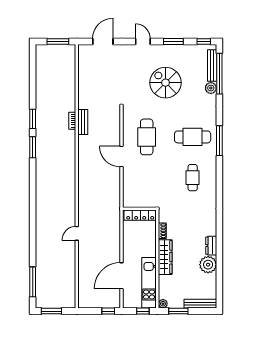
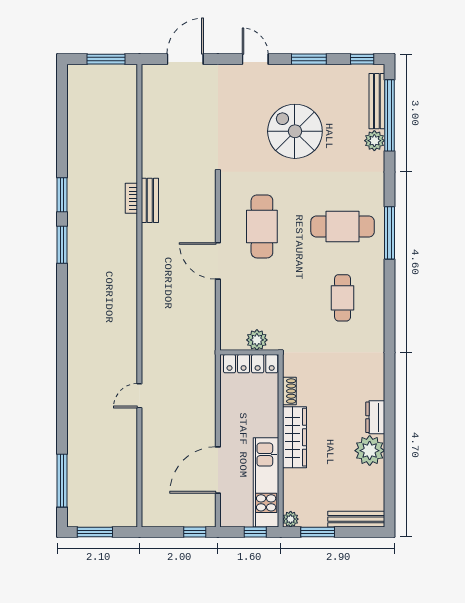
plant: (144, 202) -> (257, 340), added

